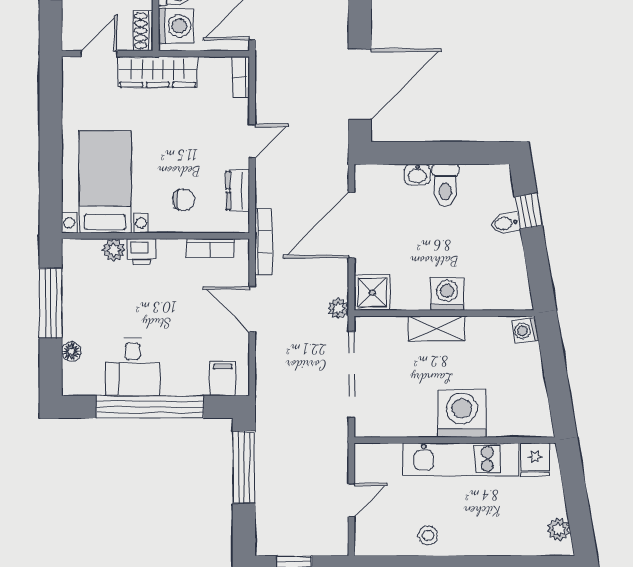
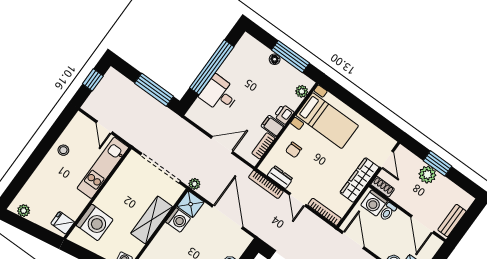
bookcase: (241, 77) -> (325, 212), width x1.56
bookcase: (263, 242) -> (266, 184), moved
plant: (114, 250) -> (302, 91), moved
washing machine: (447, 294) -> (178, 220), moved
shelving: (437, 328) -> (152, 220), width x1.50, depth x1.33
floor lamp: (71, 351) -> (275, 59), moved
desk: (133, 367) -> (219, 94), moved
filing cabinet: (223, 379) -> (273, 126), moved, turned 180
washing machine: (462, 413) -> (95, 222), moved
kitchen unit: (461, 459) -> (103, 168), moved

